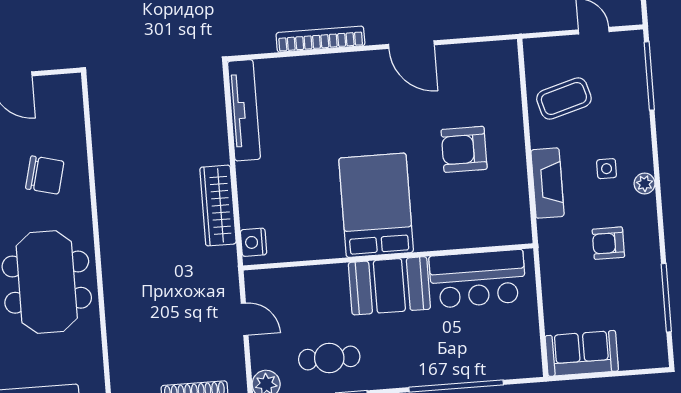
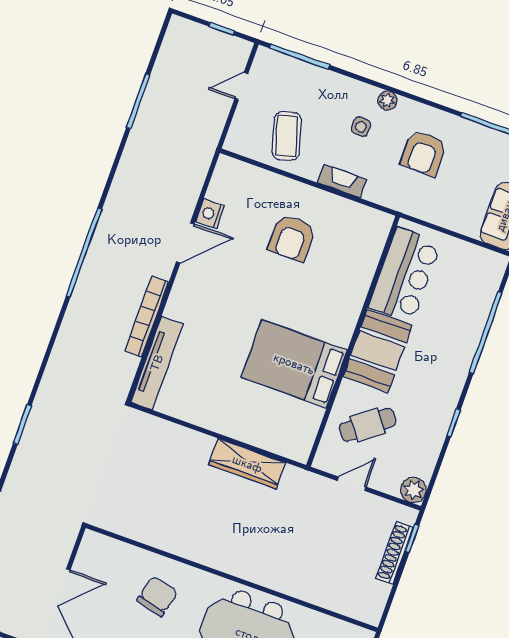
tv unit: (244, 110) -> (157, 363), moved, turned 90
fireplace: (547, 183) -> (342, 181), width x0.73, depth x0.76
bed: (376, 205) -> (294, 364), moved
nightstand: (254, 242) -> (210, 214), moved, turned 90
armchair: (608, 243) -> (424, 153), width x1.38, depth x1.38
cafe table: (329, 358) -> (368, 425), moved, turned 52

